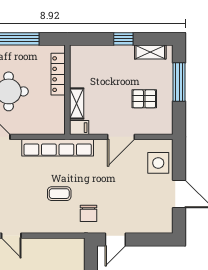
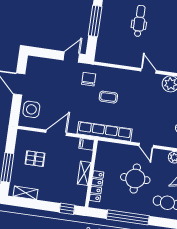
window: (123, 39) -> (67, 209), moved
shelving: (77, 104) -> (84, 173), moved

